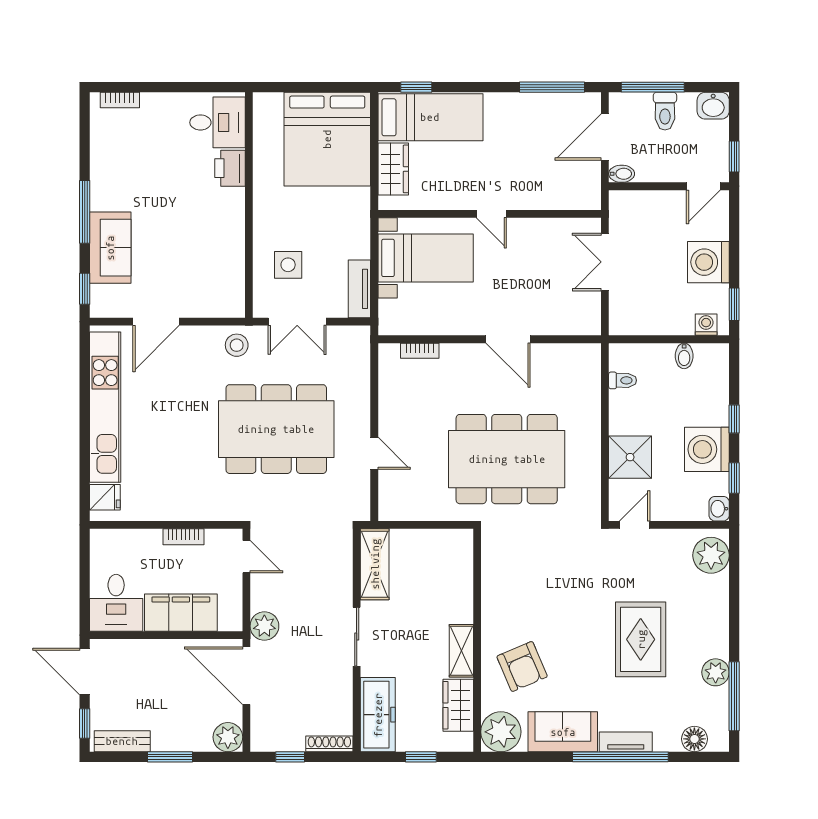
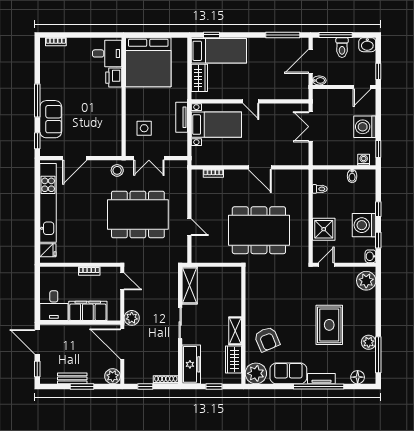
bed: (327, 139) -> (148, 62), moved
tv unit: (359, 289) -> (182, 117), moved
bench: (122, 741) -> (72, 378), moved

